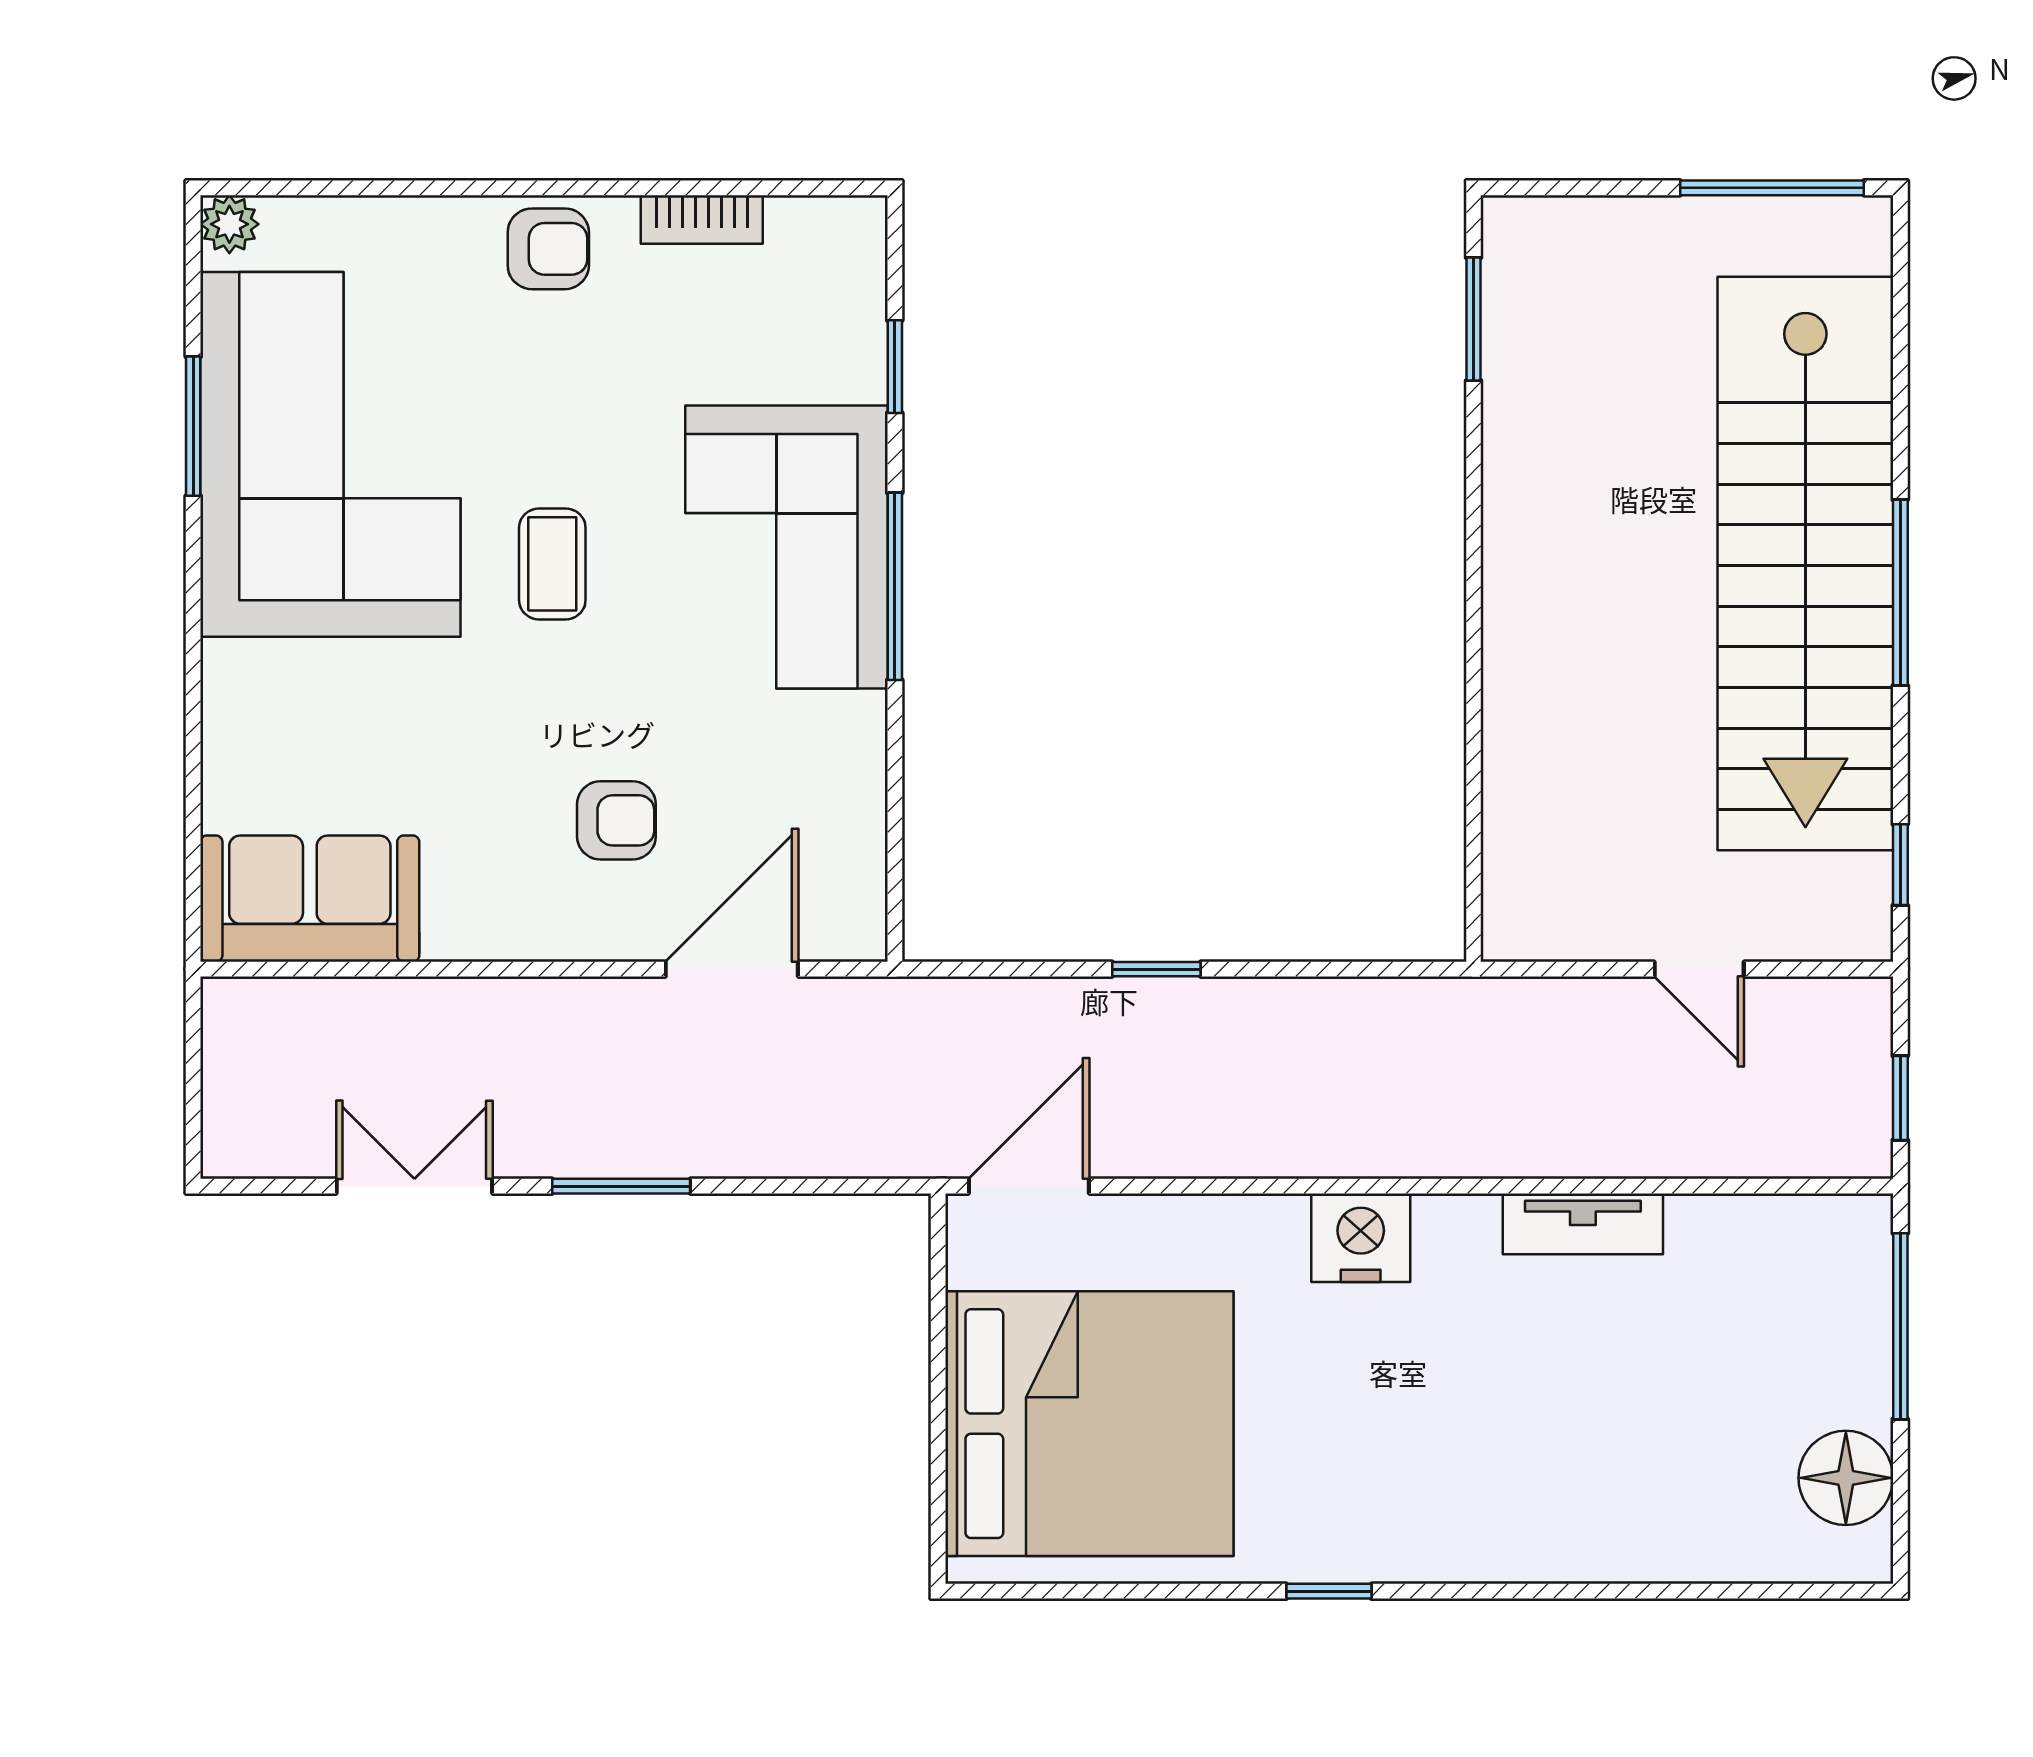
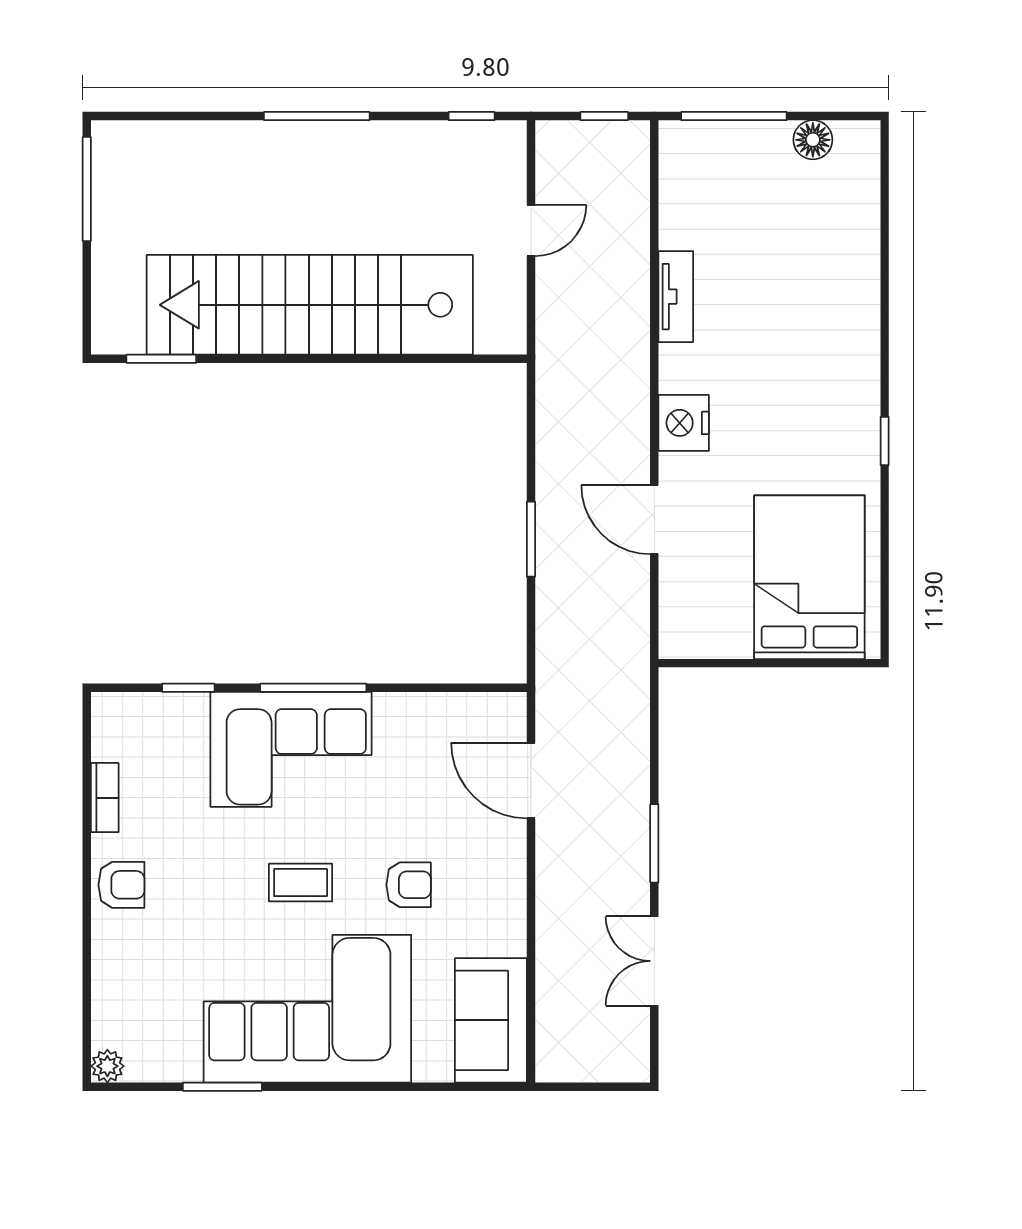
armchair: (548, 249) -> (121, 885), turned 90
corner sofa: (330, 454) -> (307, 1009), moved
stairs: (1805, 563) -> (310, 305), moved, turned 180
armchair: (616, 820) -> (409, 885), moved, turned 90
window: (1156, 969) -> (531, 539), width x1.50
door: (1029, 1186) -> (654, 520), moved
bed: (1089, 1424) -> (809, 577), width x0.73
floor lamp: (1846, 1478) -> (813, 140), width x0.73, depth x0.73

